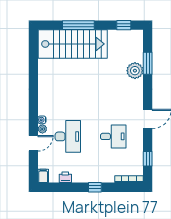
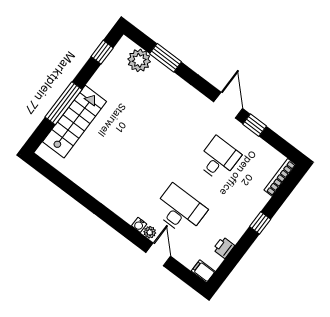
stairs: (73, 44) -> (75, 122), width x0.73, depth x0.66
plant: (135, 71) -> (139, 60), moved
window: (148, 159) -> (255, 125), moved

